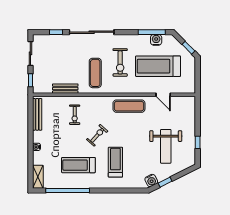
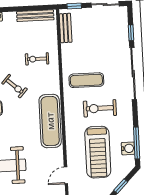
treadmill: (158, 66) -> (98, 152), turned 180
bench: (65, 89) -> (66, 28), moved
door: (163, 95) -> (66, 175), moved
exercise mat: (129, 106) -> (50, 121), width x1.36, depth x1.45

